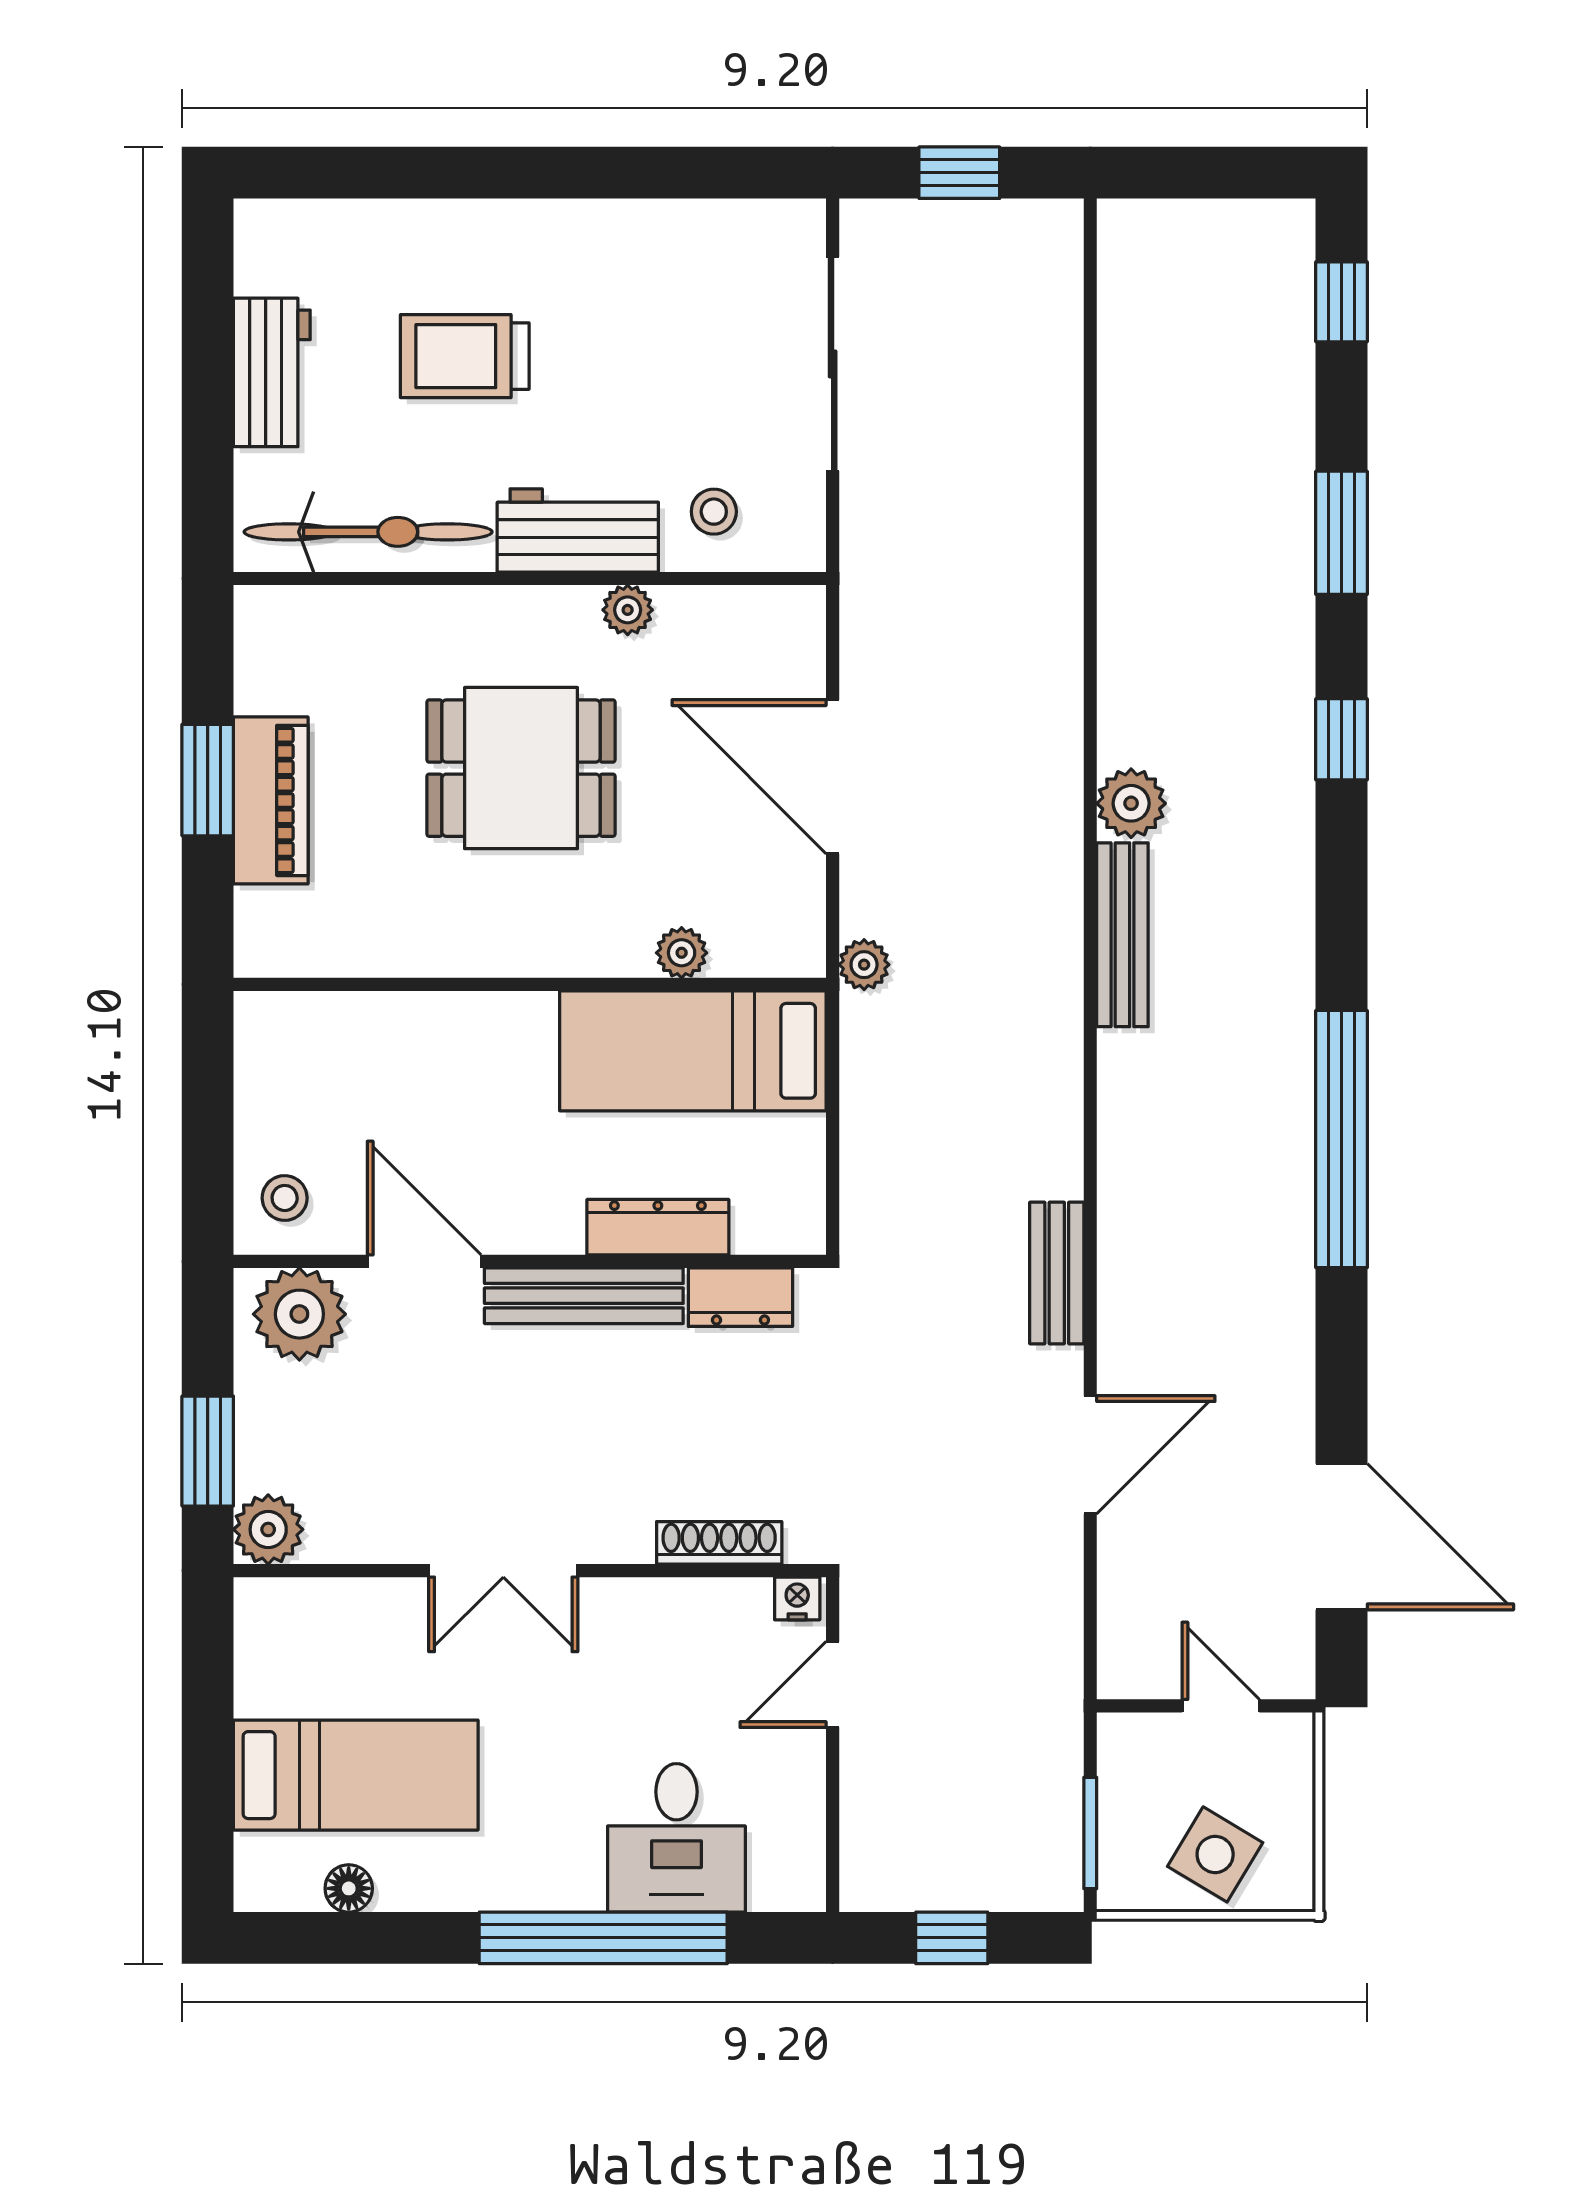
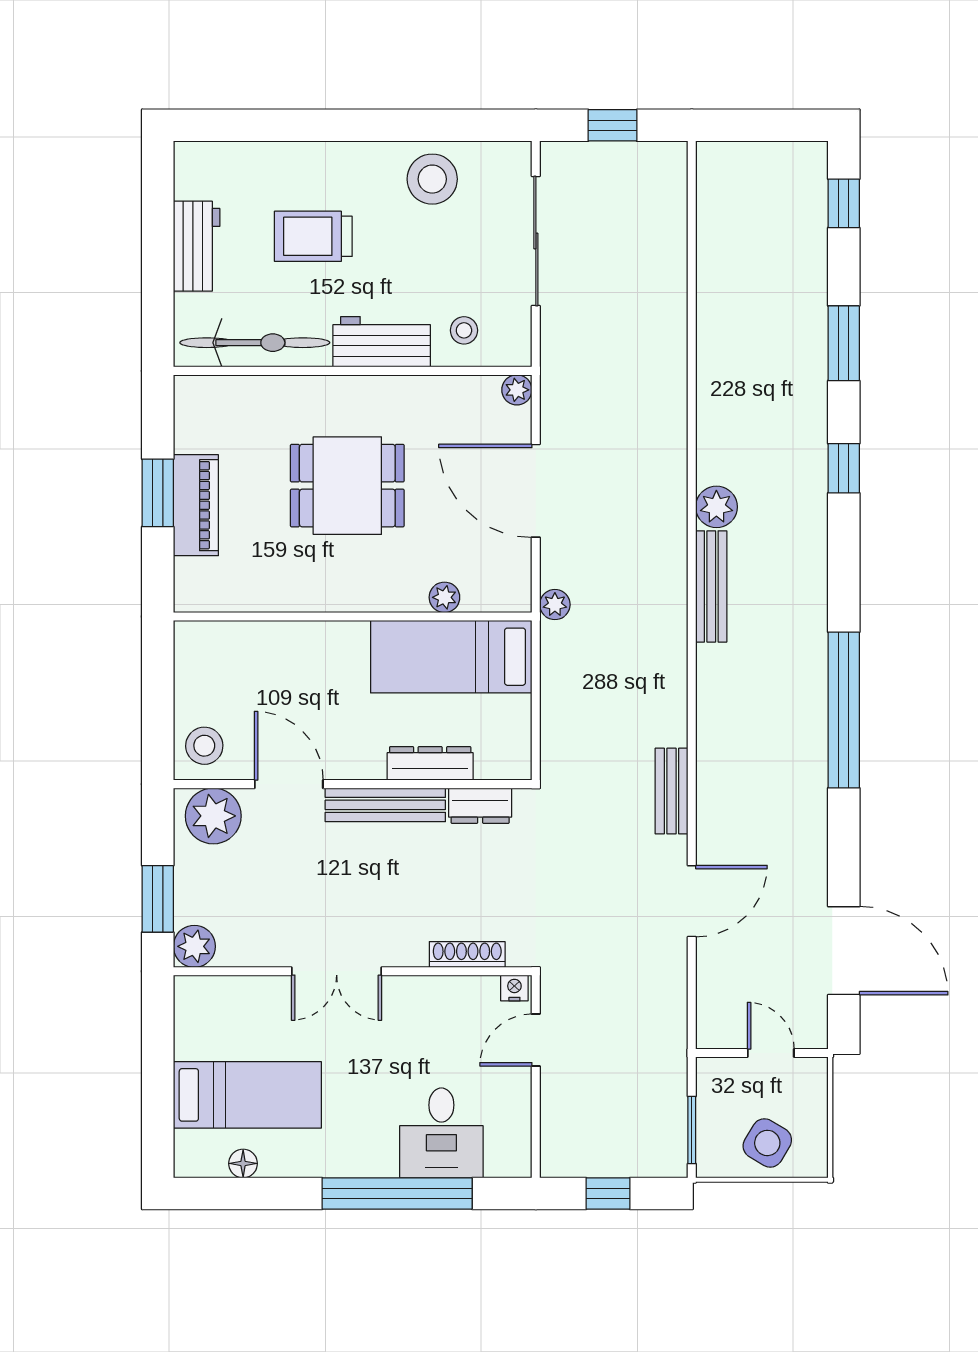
stool: (661, 262) -> (432, 179), added
plant: (628, 610) -> (517, 390), moved
stool: (285, 1198) -> (204, 746), width x1.37, depth x1.37

